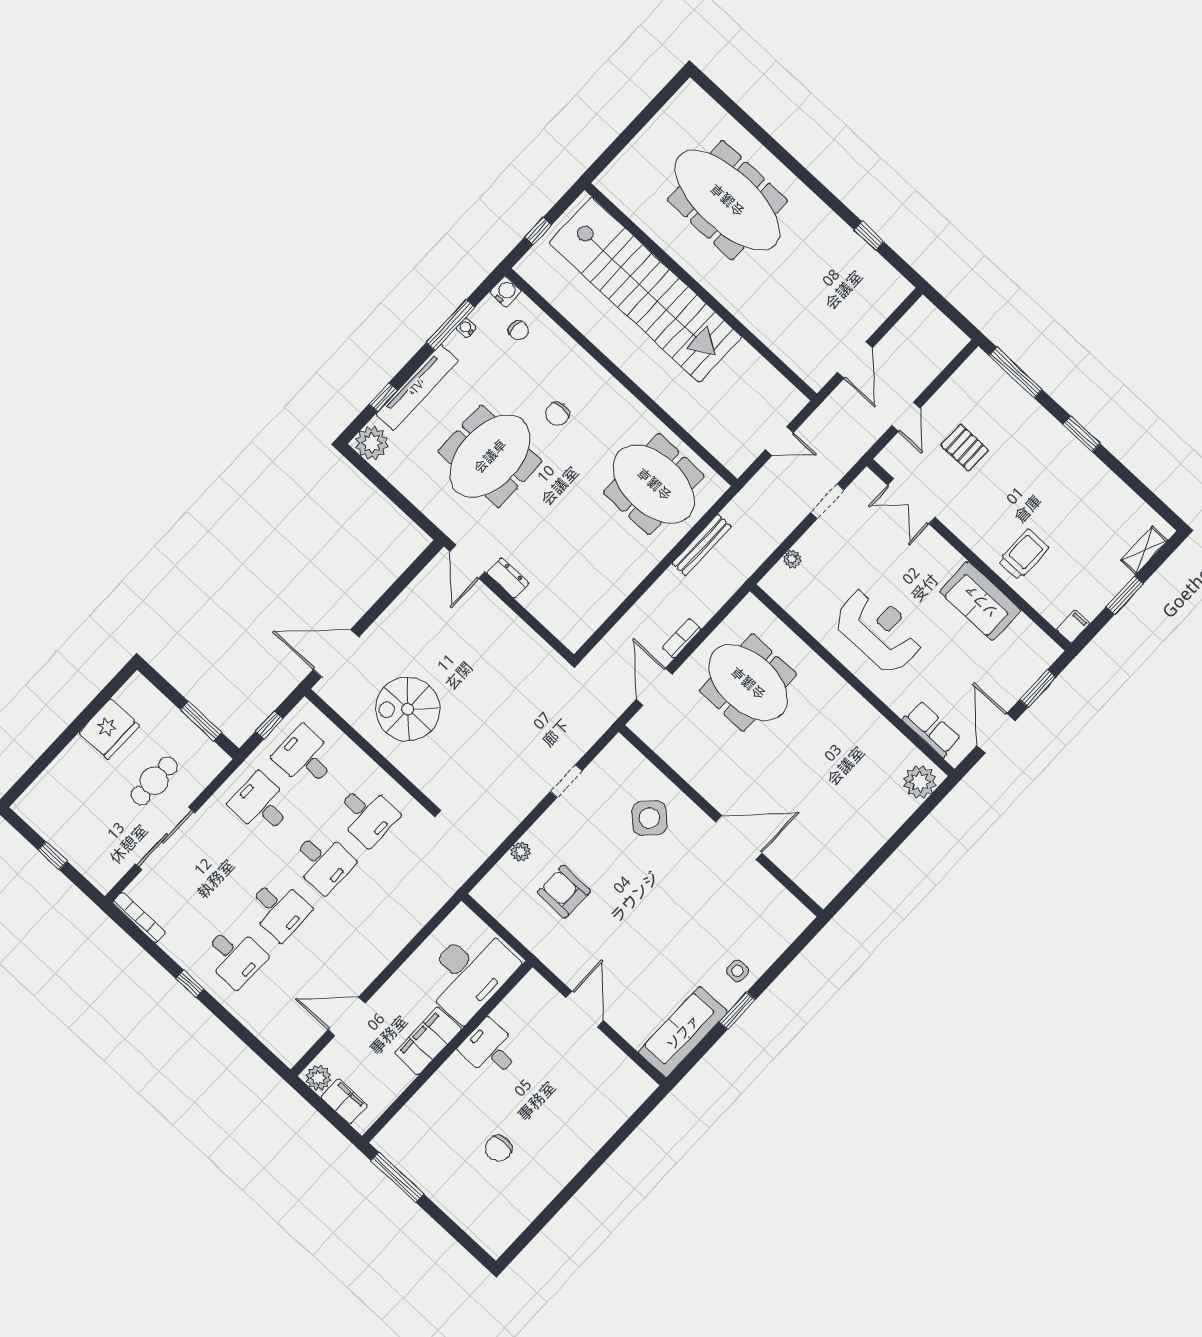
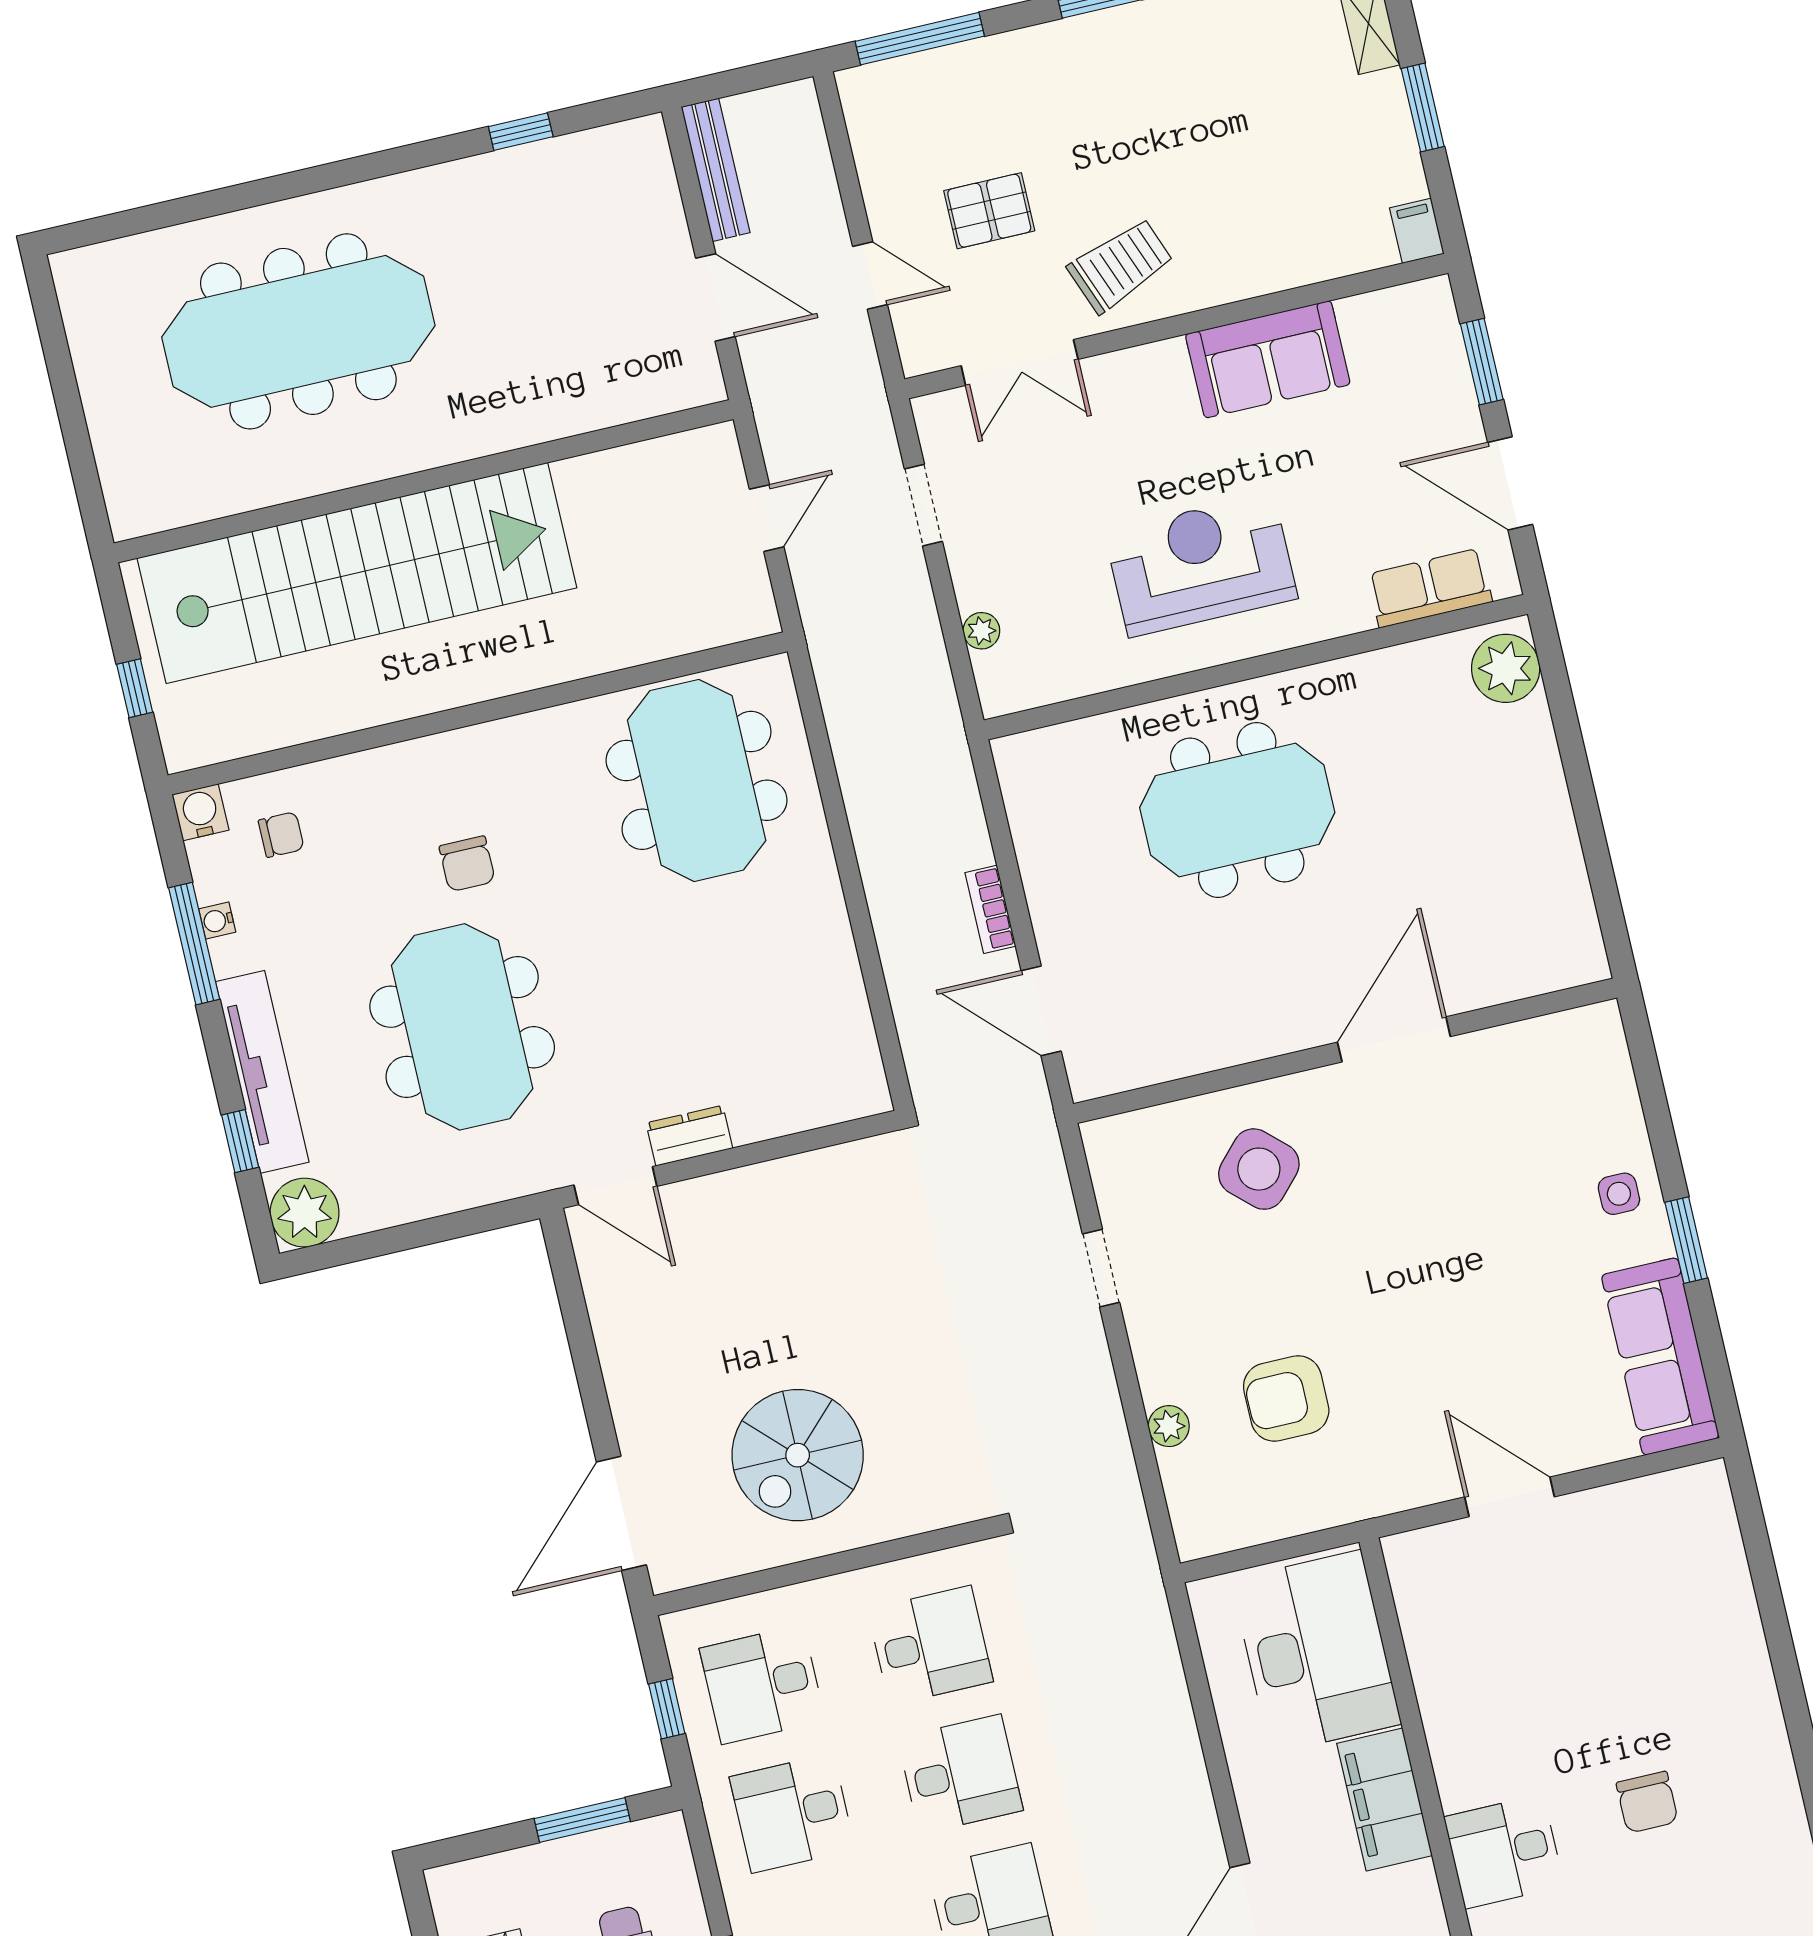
meeting table: (654, 484) -> (697, 780), turned 90
bench: (702, 545) -> (716, 170), moved
trolley: (1024, 554) -> (1120, 265), moved, turned 69
meeting table: (748, 683) -> (1237, 810), moved
desk: (490, 1049) -> (1504, 1851), moved

